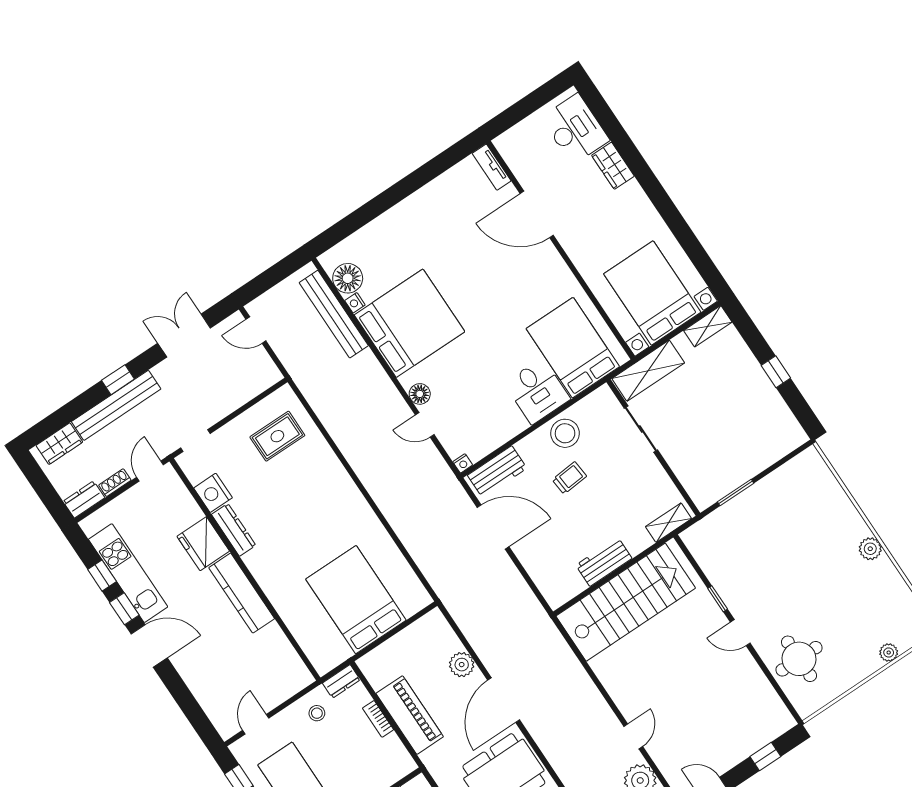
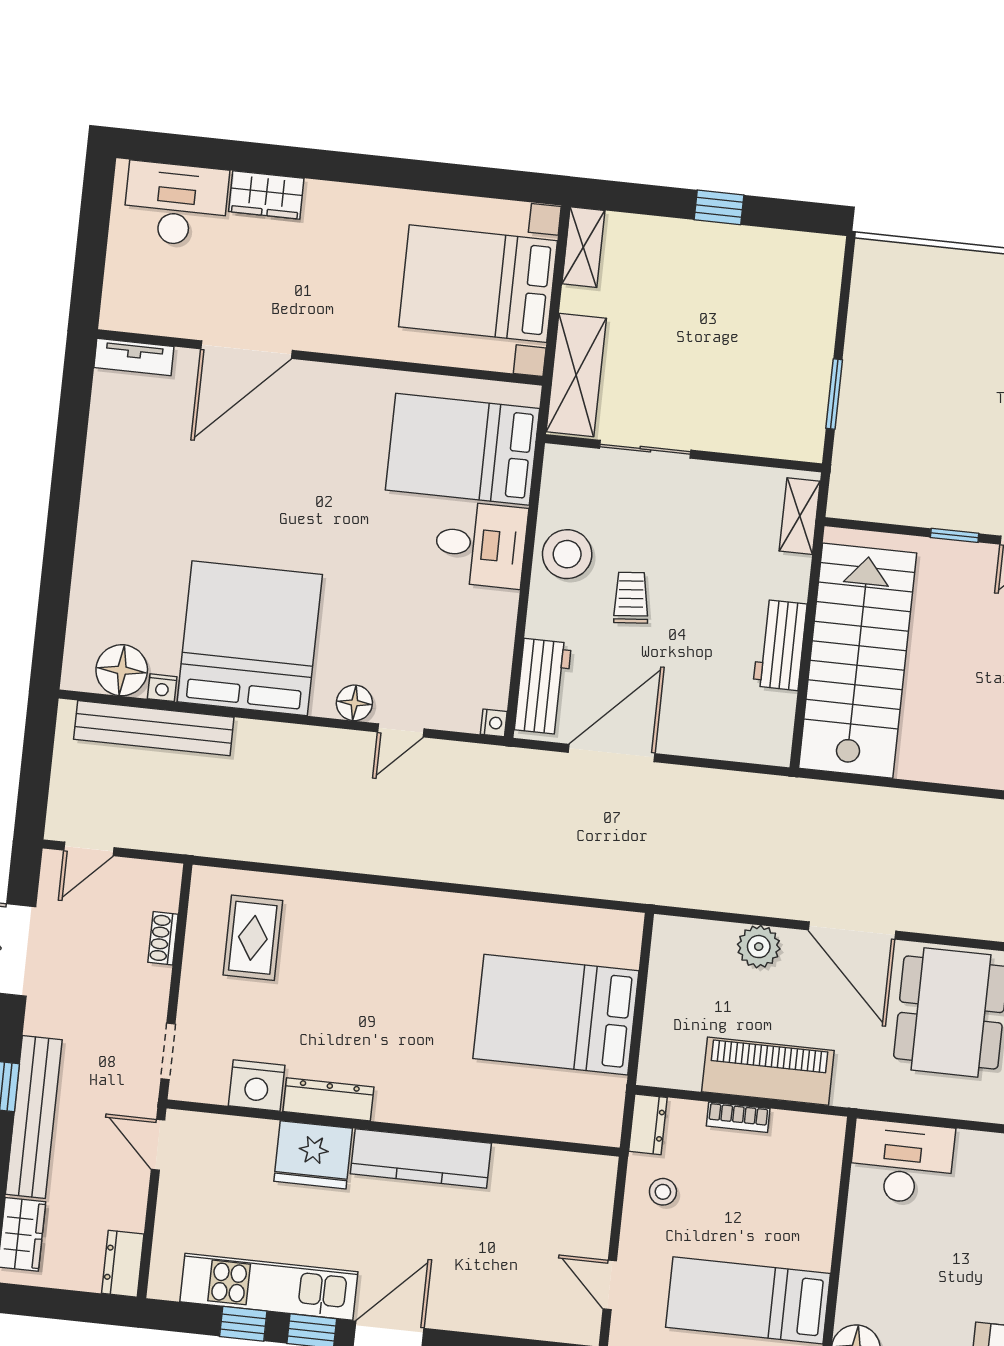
shoe rack: (115, 483) -> (163, 938), moved

